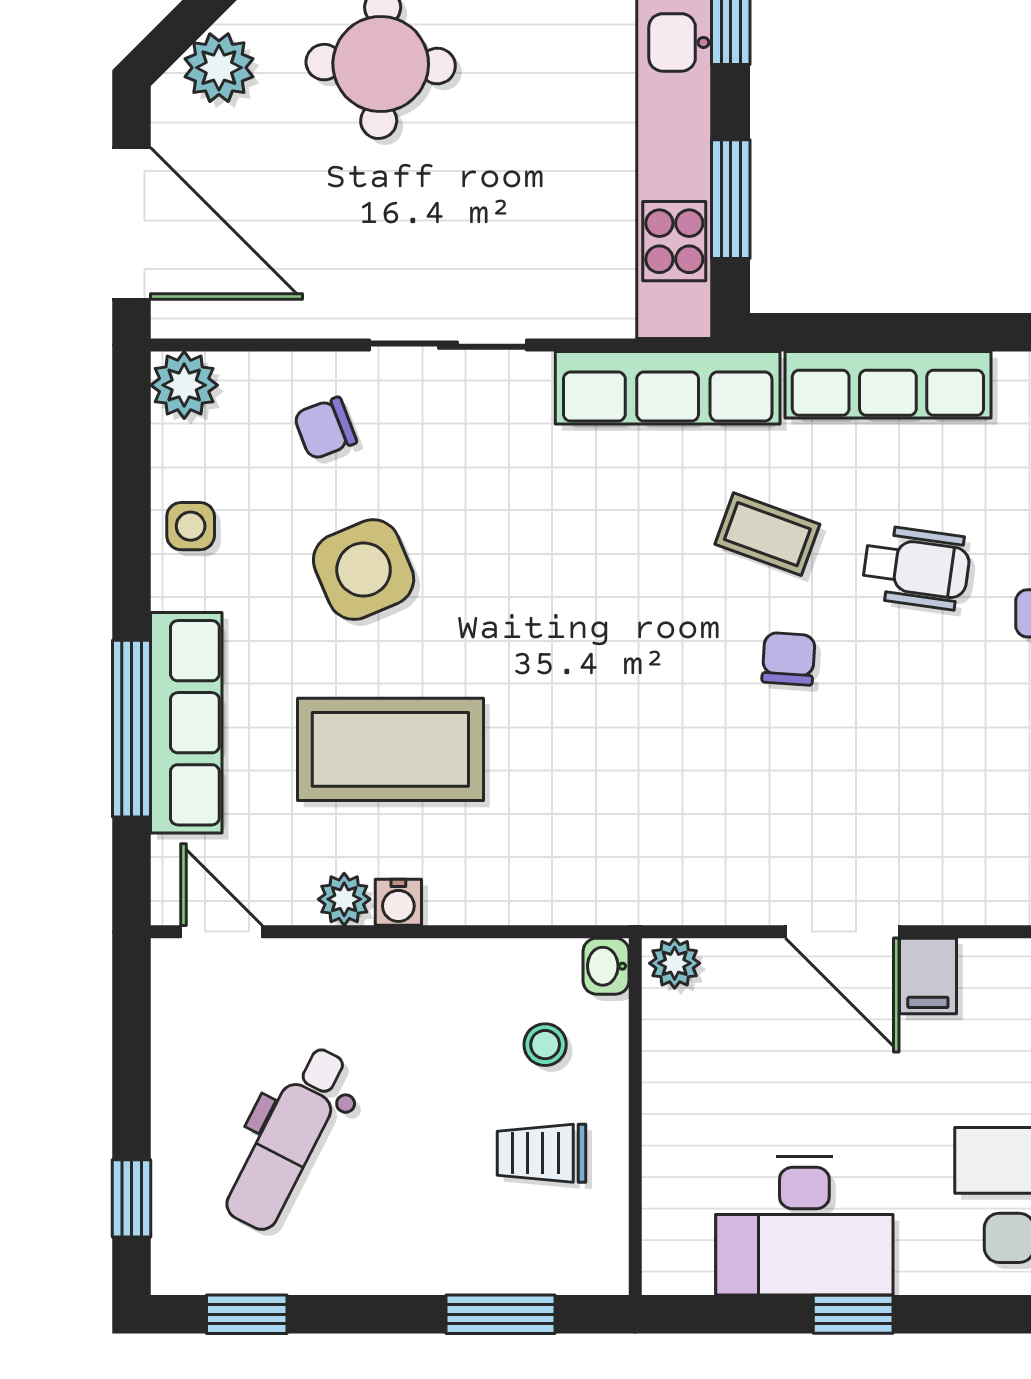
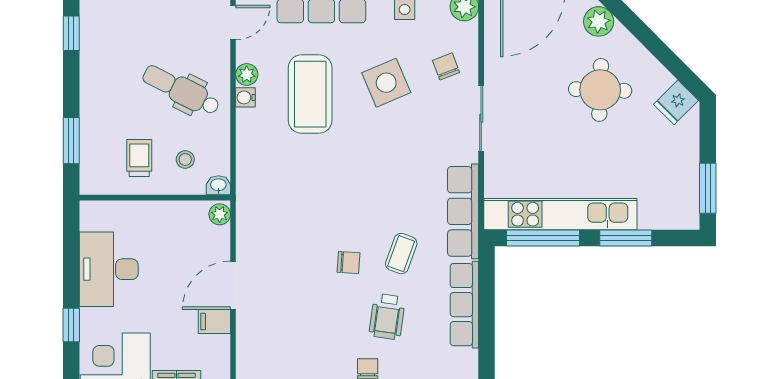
window: (731, 199) -> (543, 238), width x1.44
dental chair: (288, 1138) -> (181, 90), moved
window: (853, 1314) -> (71, 325), moved

